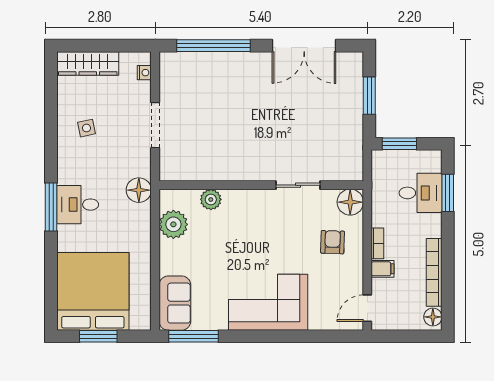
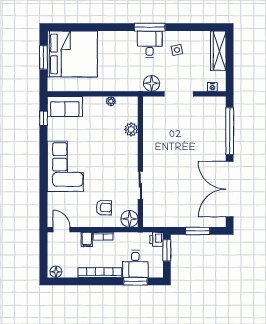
double door: (304, 46) -> (230, 189), width x1.36
printer: (382, 160) -> (157, 239), added
floor lamp: (139, 190) -> (152, 83), moved
desk: (78, 205) -> (150, 44), moved
window: (51, 207) -> (150, 27), moved
plant: (173, 224) -> (111, 101), width x0.53, depth x0.53
bookcase: (434, 272) -> (100, 273), moved
window: (193, 336) -> (44, 118), width x0.46

